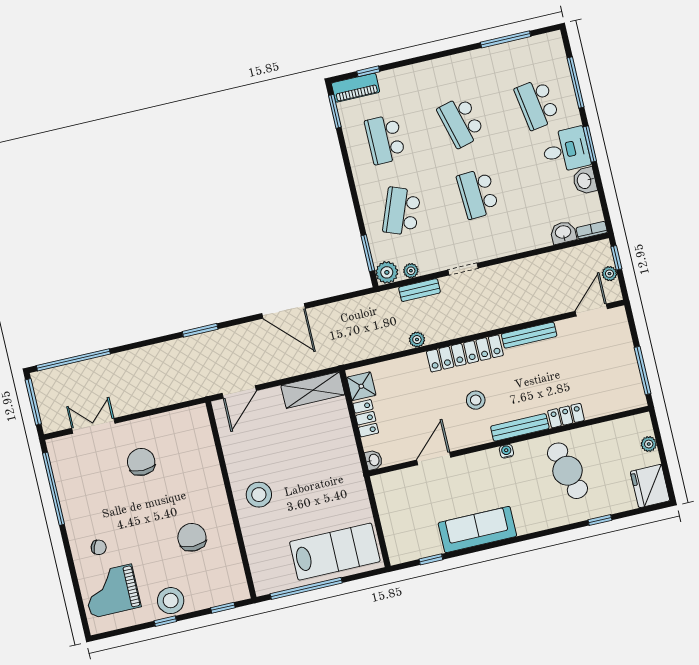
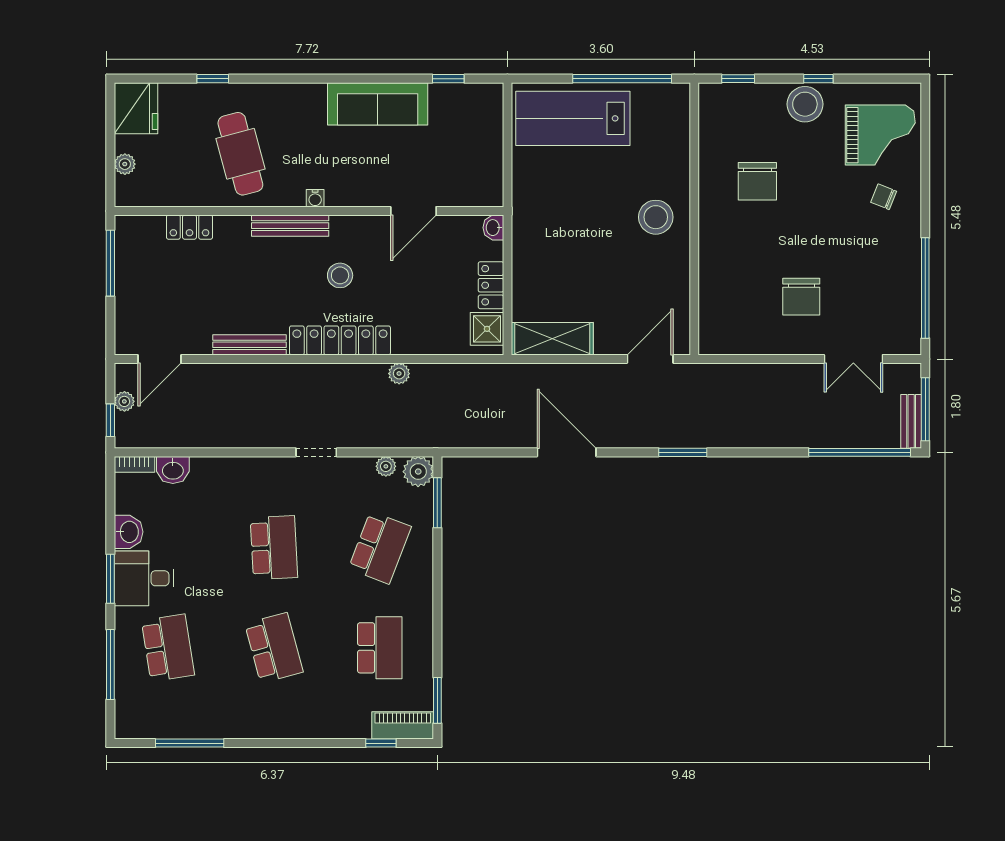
bench: (419, 290) -> (911, 421), moved, turned 90
locker: (566, 416) -> (189, 227), moved

